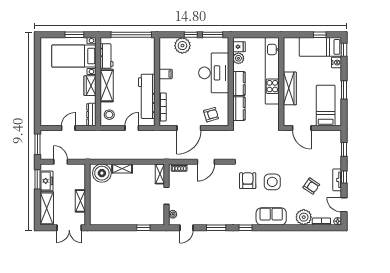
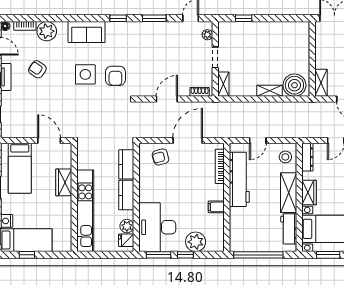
desk: (214, 73) -> (157, 227), moved
wardrobe: (290, 88) -> (64, 182), width x0.67
shelving: (80, 201) -> (321, 83), moved

